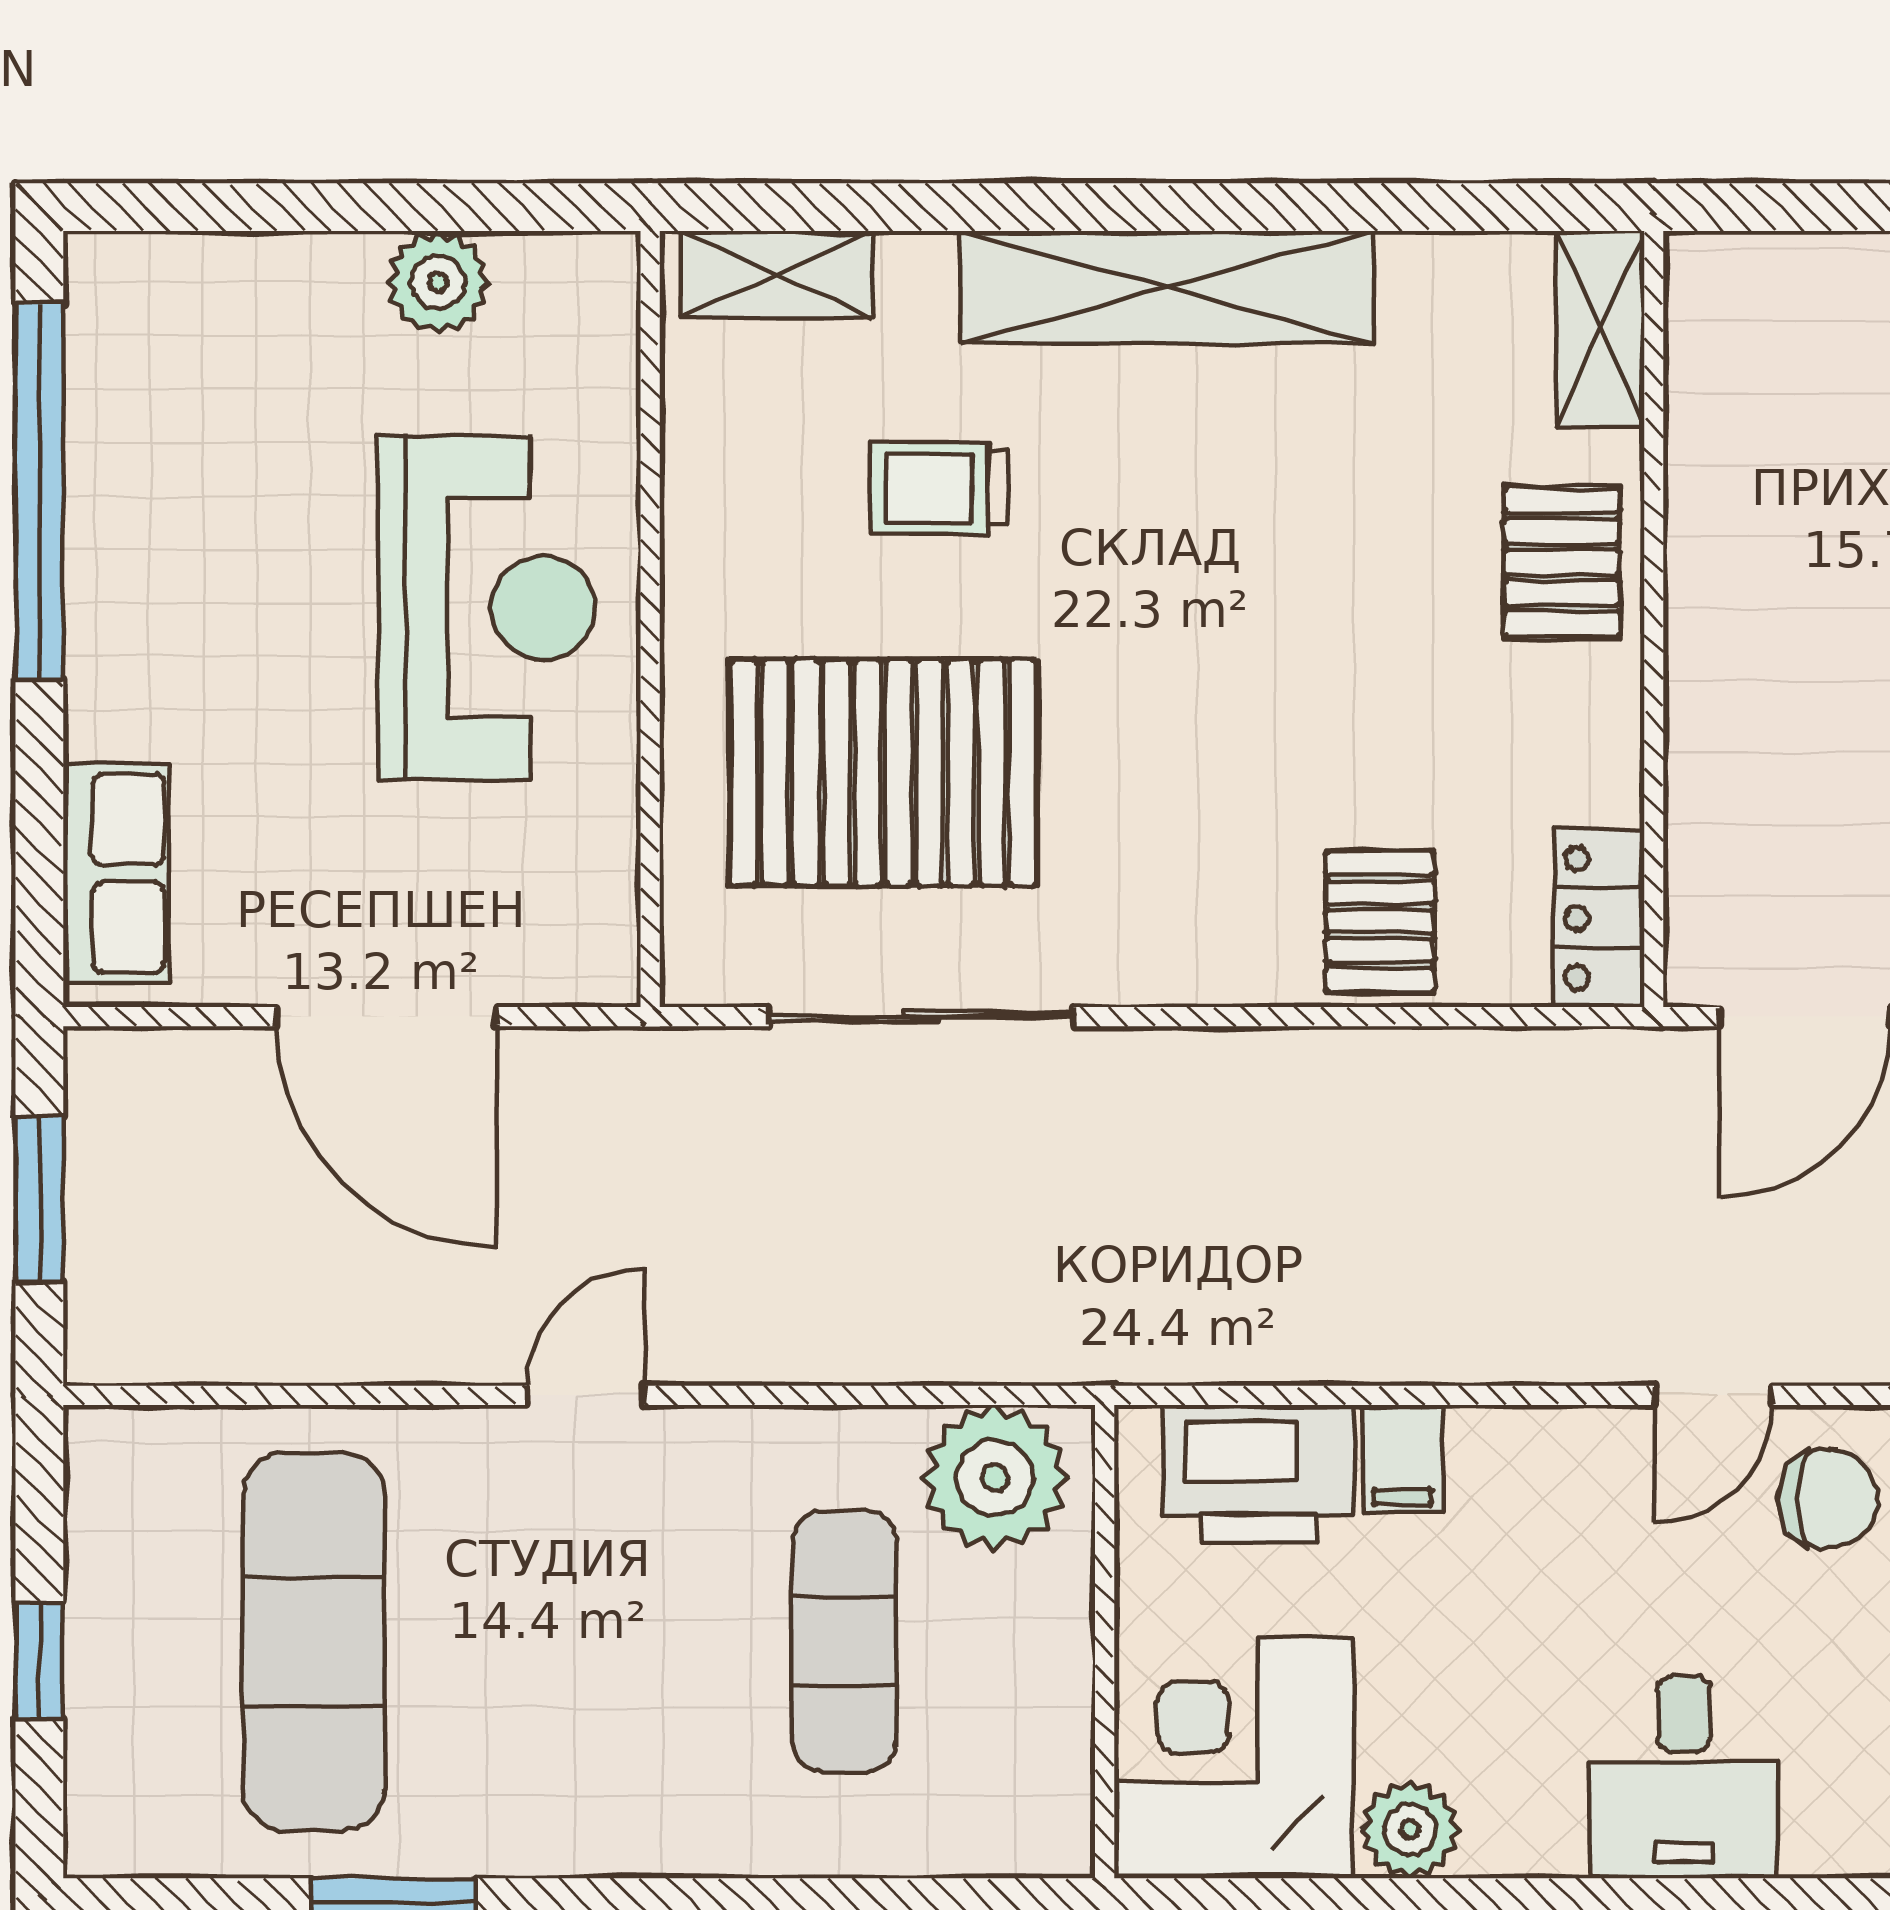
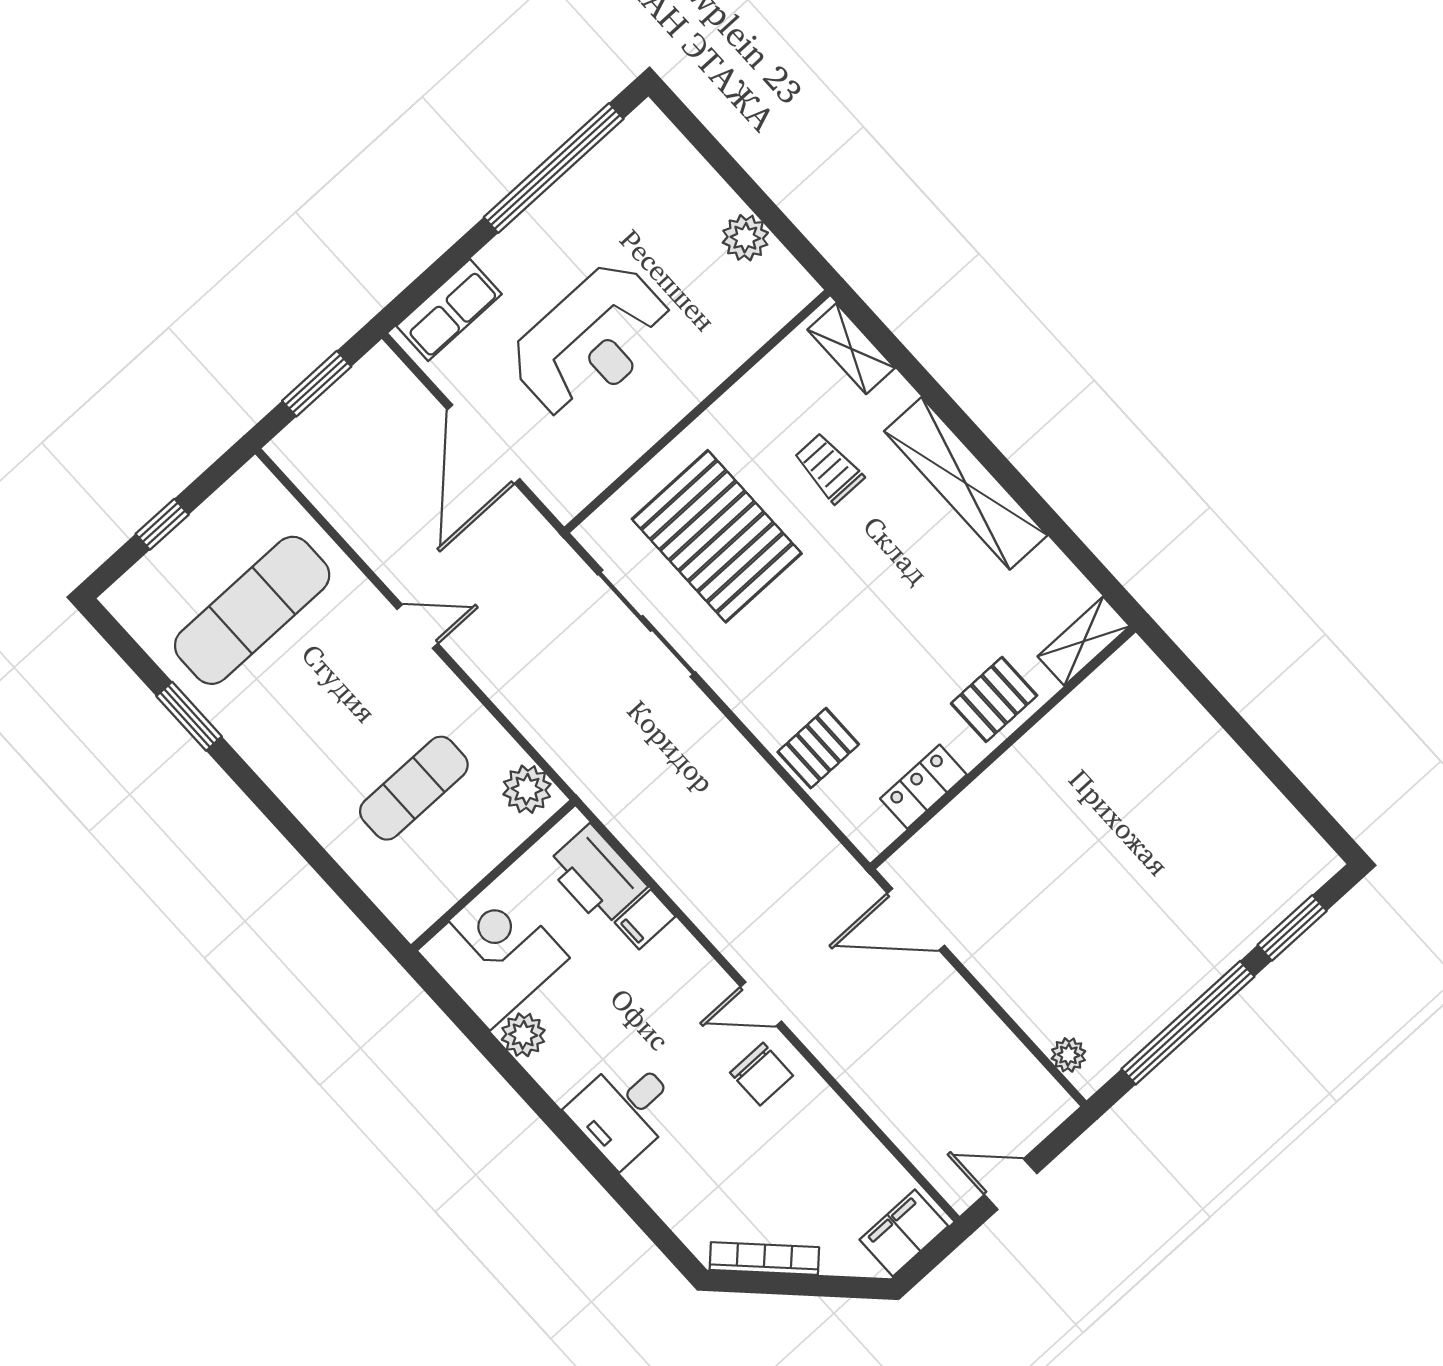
reception desk: (487, 608) -> (592, 341), moved
locker: (1599, 918) -> (923, 787), moved
plant: (995, 1478) -> (527, 789), width x0.73, depth x0.73

